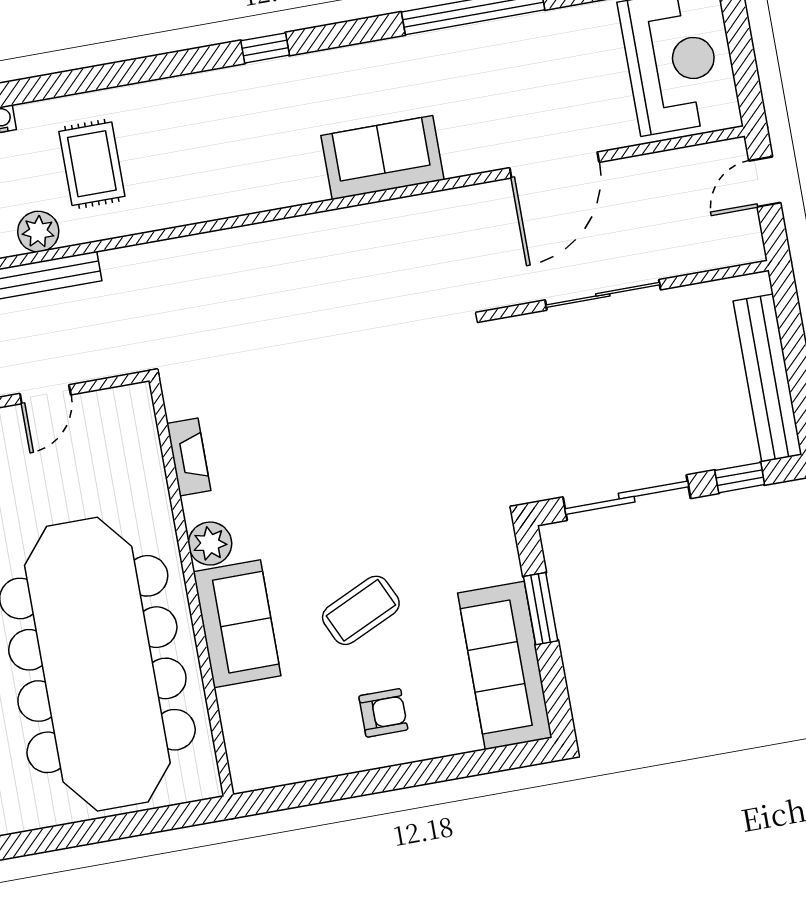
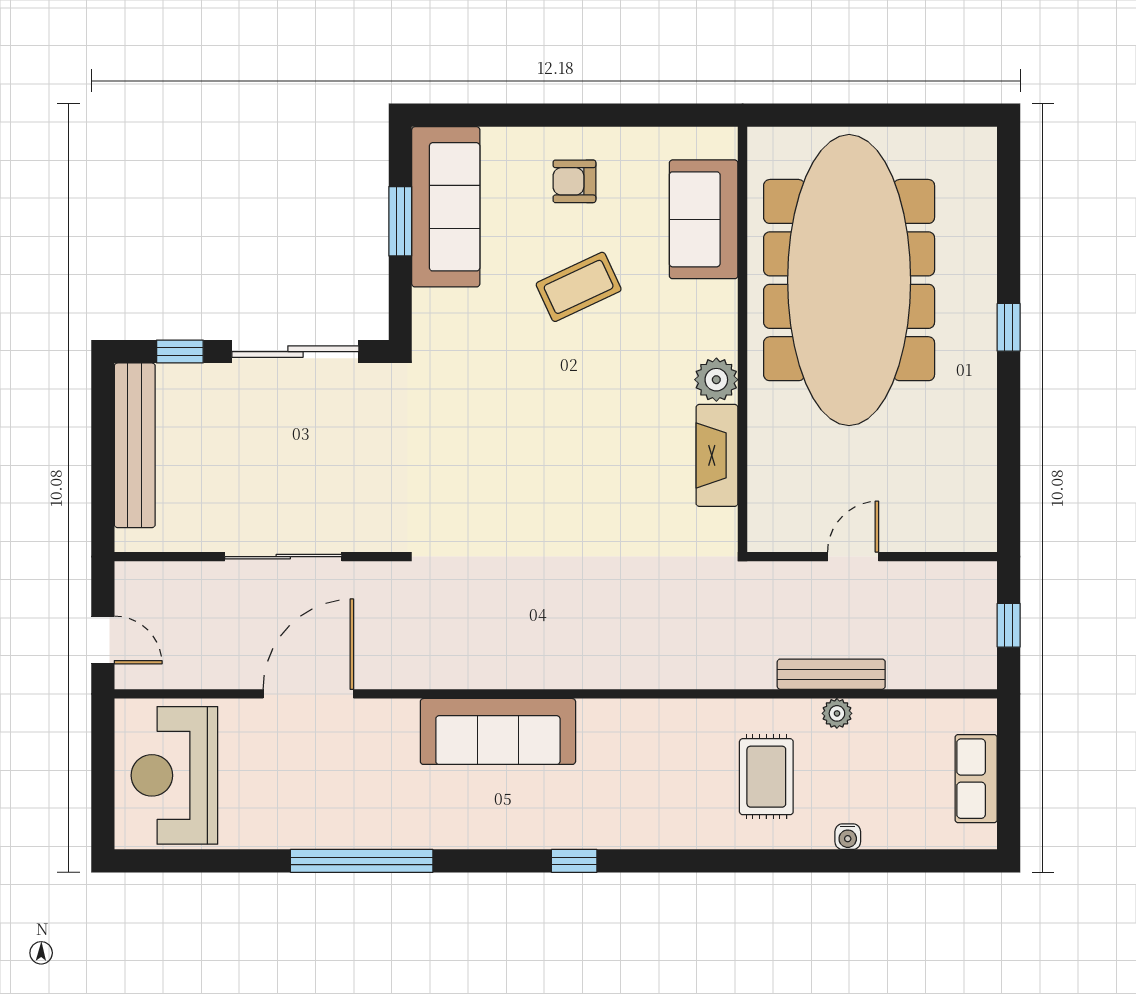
sofa: (382, 158) -> (498, 731), width x1.36
door: (765, 182) -> (103, 640), hinge flipped
plant: (38, 232) -> (837, 713), width x0.73, depth x0.73
fireplace: (189, 457) -> (717, 455), width x1.37, depth x1.32
window: (541, 609) -> (400, 221), moved
sofa: (237, 624) -> (704, 219), moved

